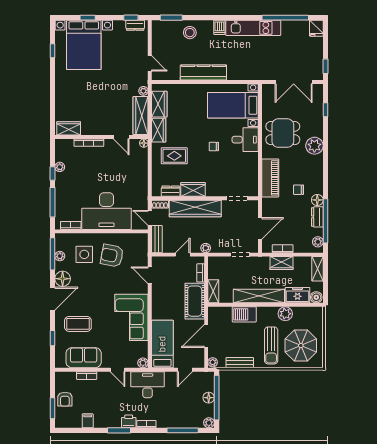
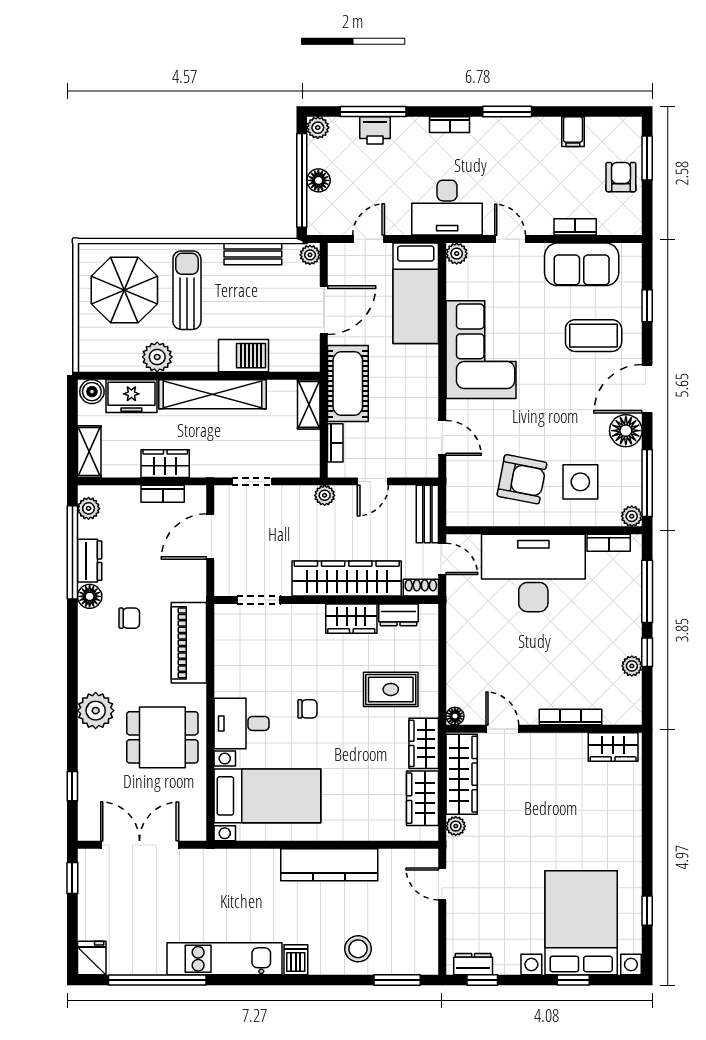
plant: (60, 256) -> (632, 516), moved
printer: (129, 421) -> (375, 130), moved

